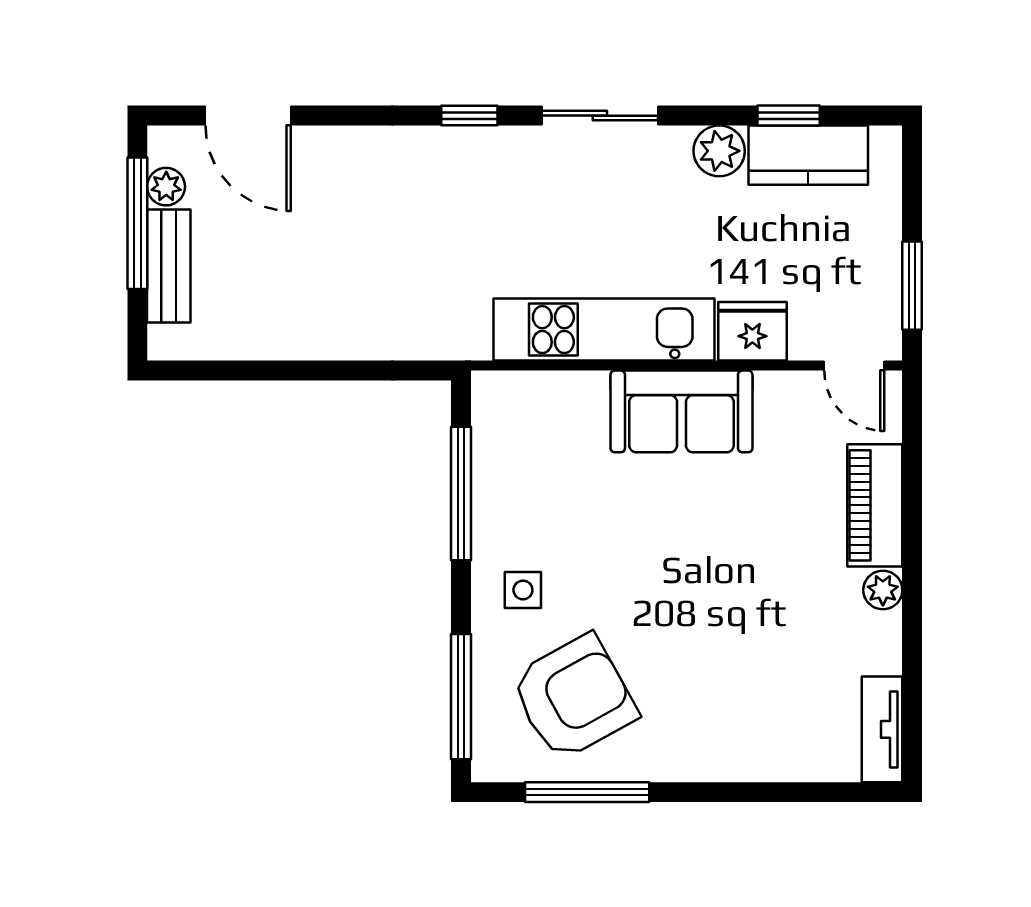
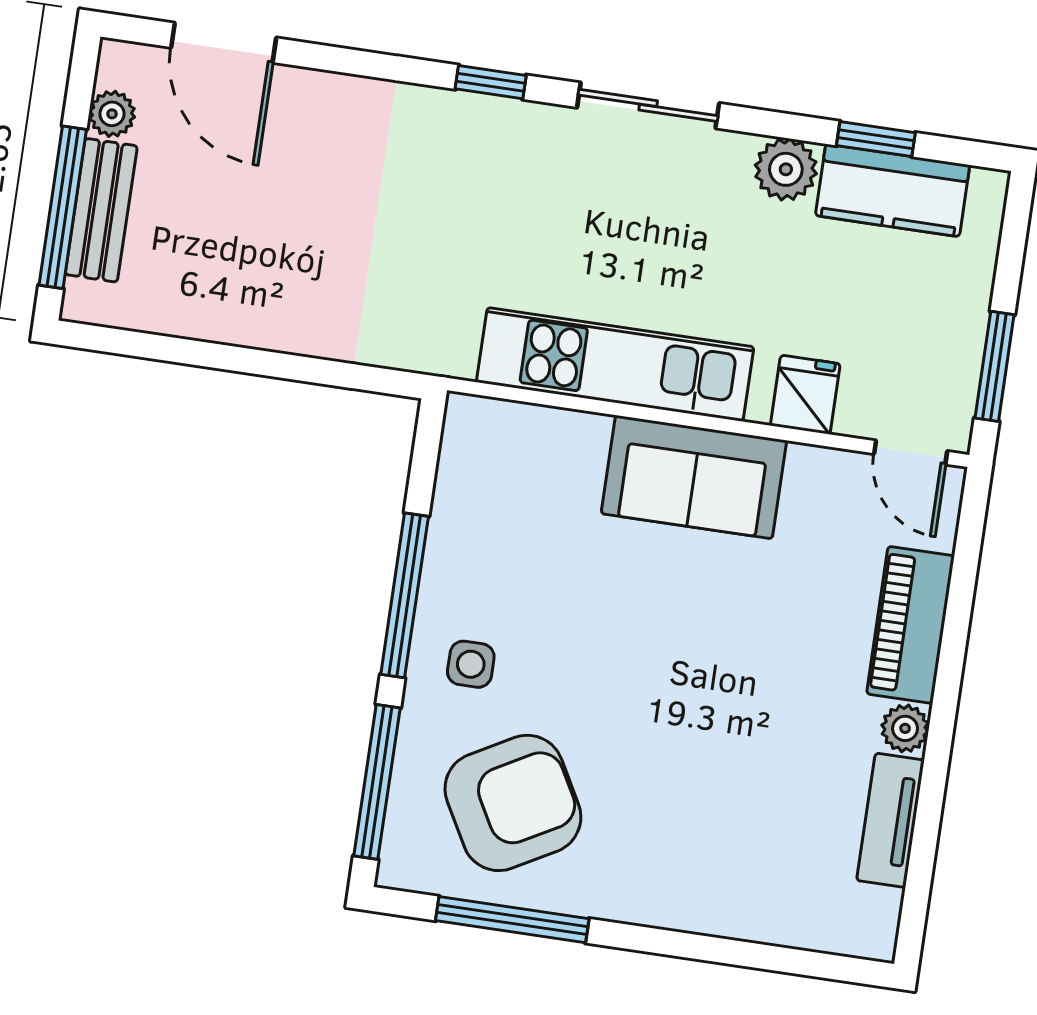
window: (137, 223) -> (63, 207), moved
fridge: (752, 331) -> (805, 395), width x0.72
window: (461, 494) -> (405, 595), moved
tv unit: (882, 729) -> (890, 820), moved

